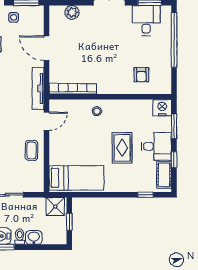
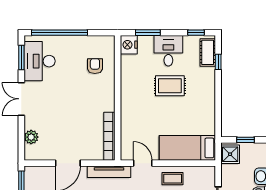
desk: (146, 21) -> (40, 61), width x1.37
armchair: (141, 75) -> (95, 66), turned -90
stool: (97, 111) -> (132, 112), removed
window: (174, 160) -> (196, 33), moved
cot: (164, 175) -> (208, 52), moved, turned 90
bed: (76, 178) -> (187, 148), moved, turned -90

